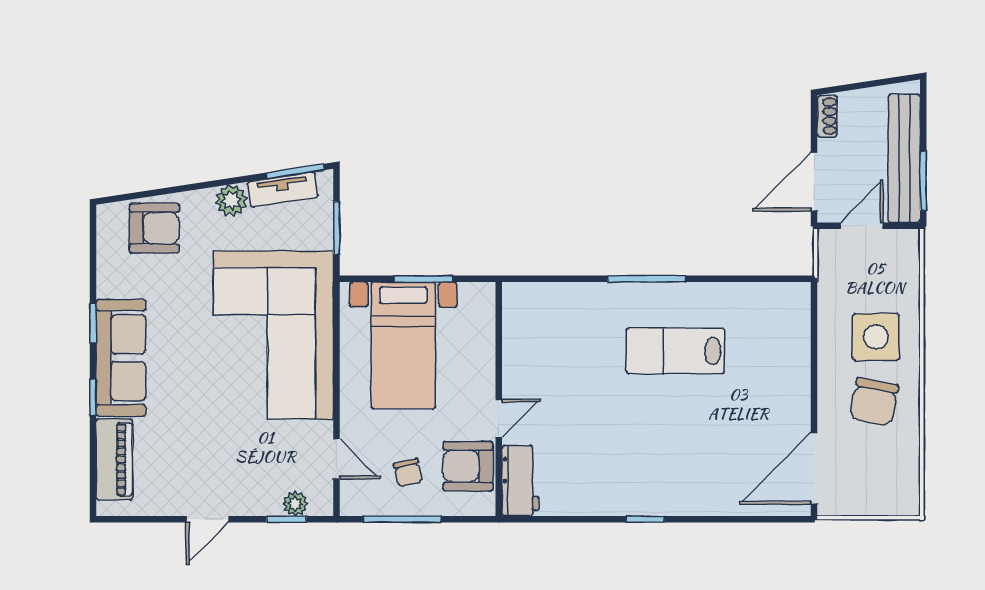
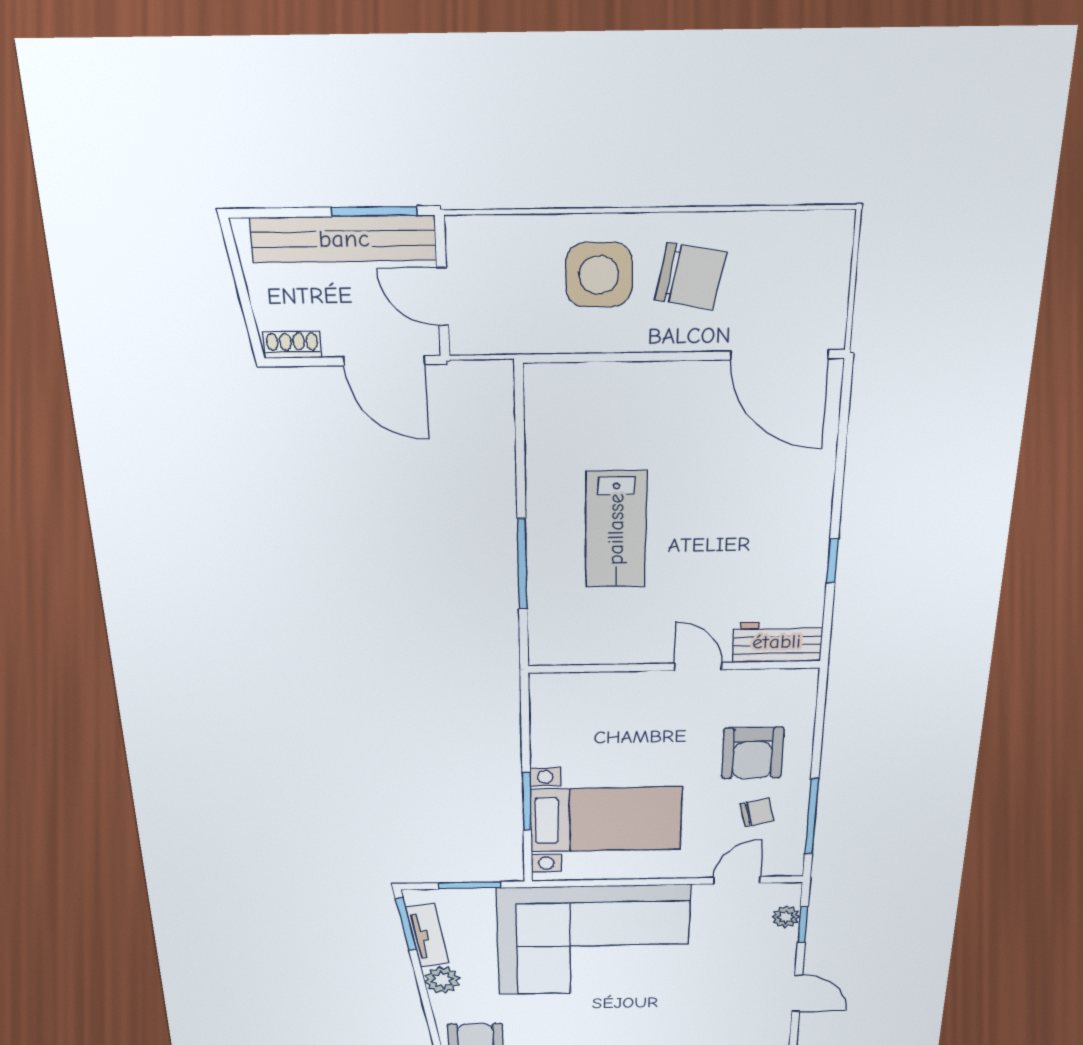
wall: (499, 399) -> (674, 667), moved
door: (499, 418) -> (698, 667), moved
workbench: (520, 481) -> (777, 642), moved

